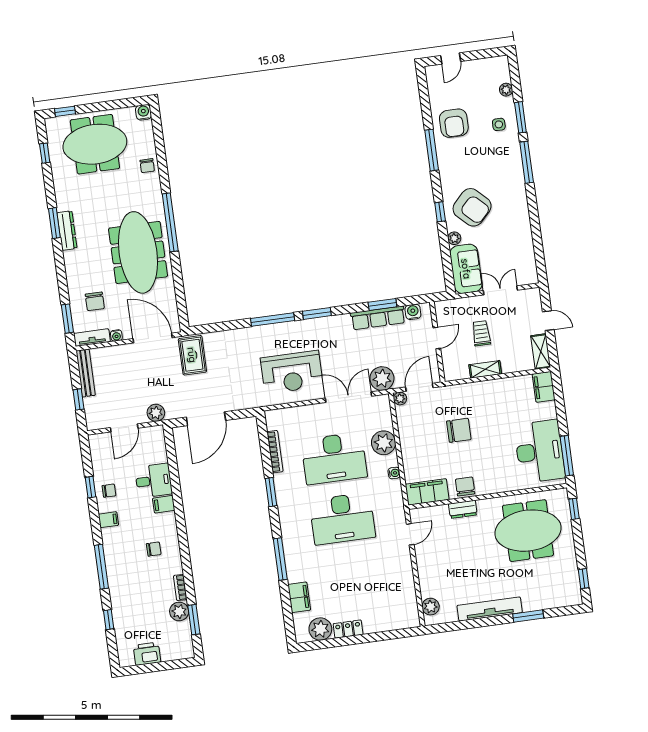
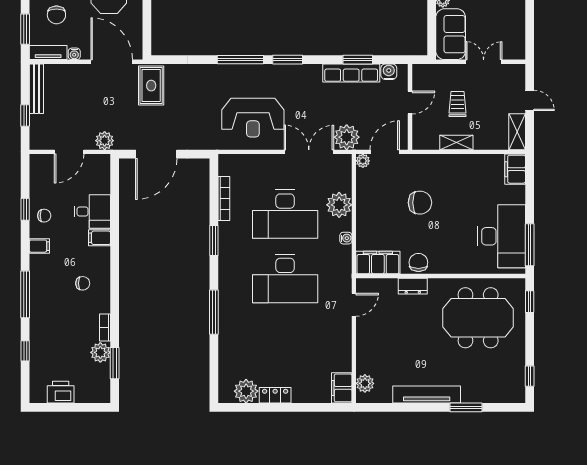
filing cabinet: (299, 597) -> (342, 388), moved, turned 180

